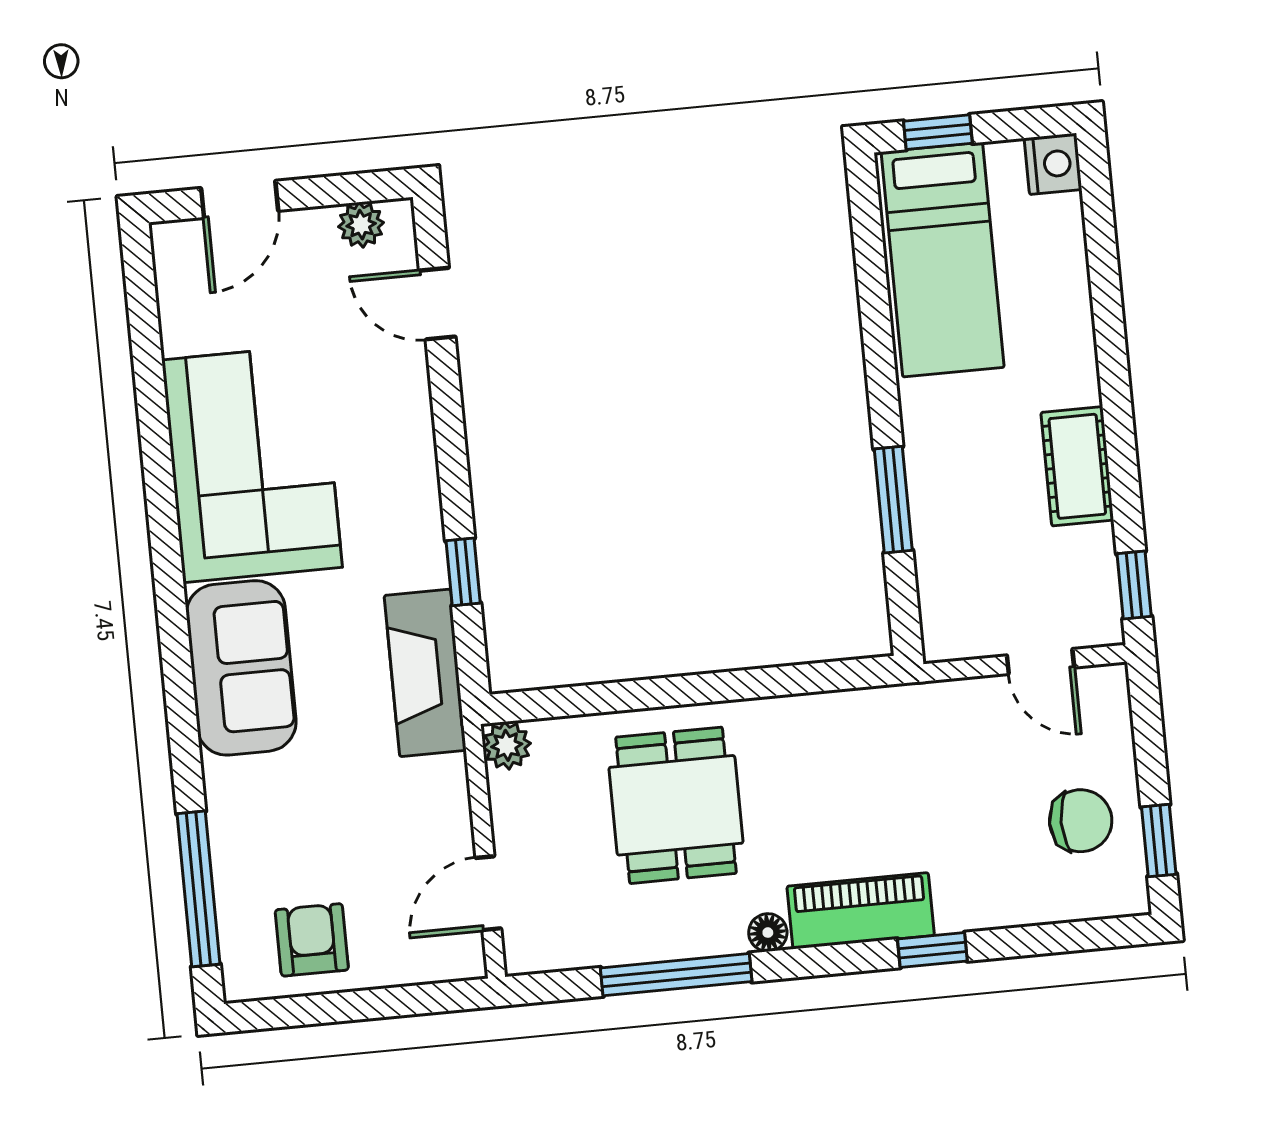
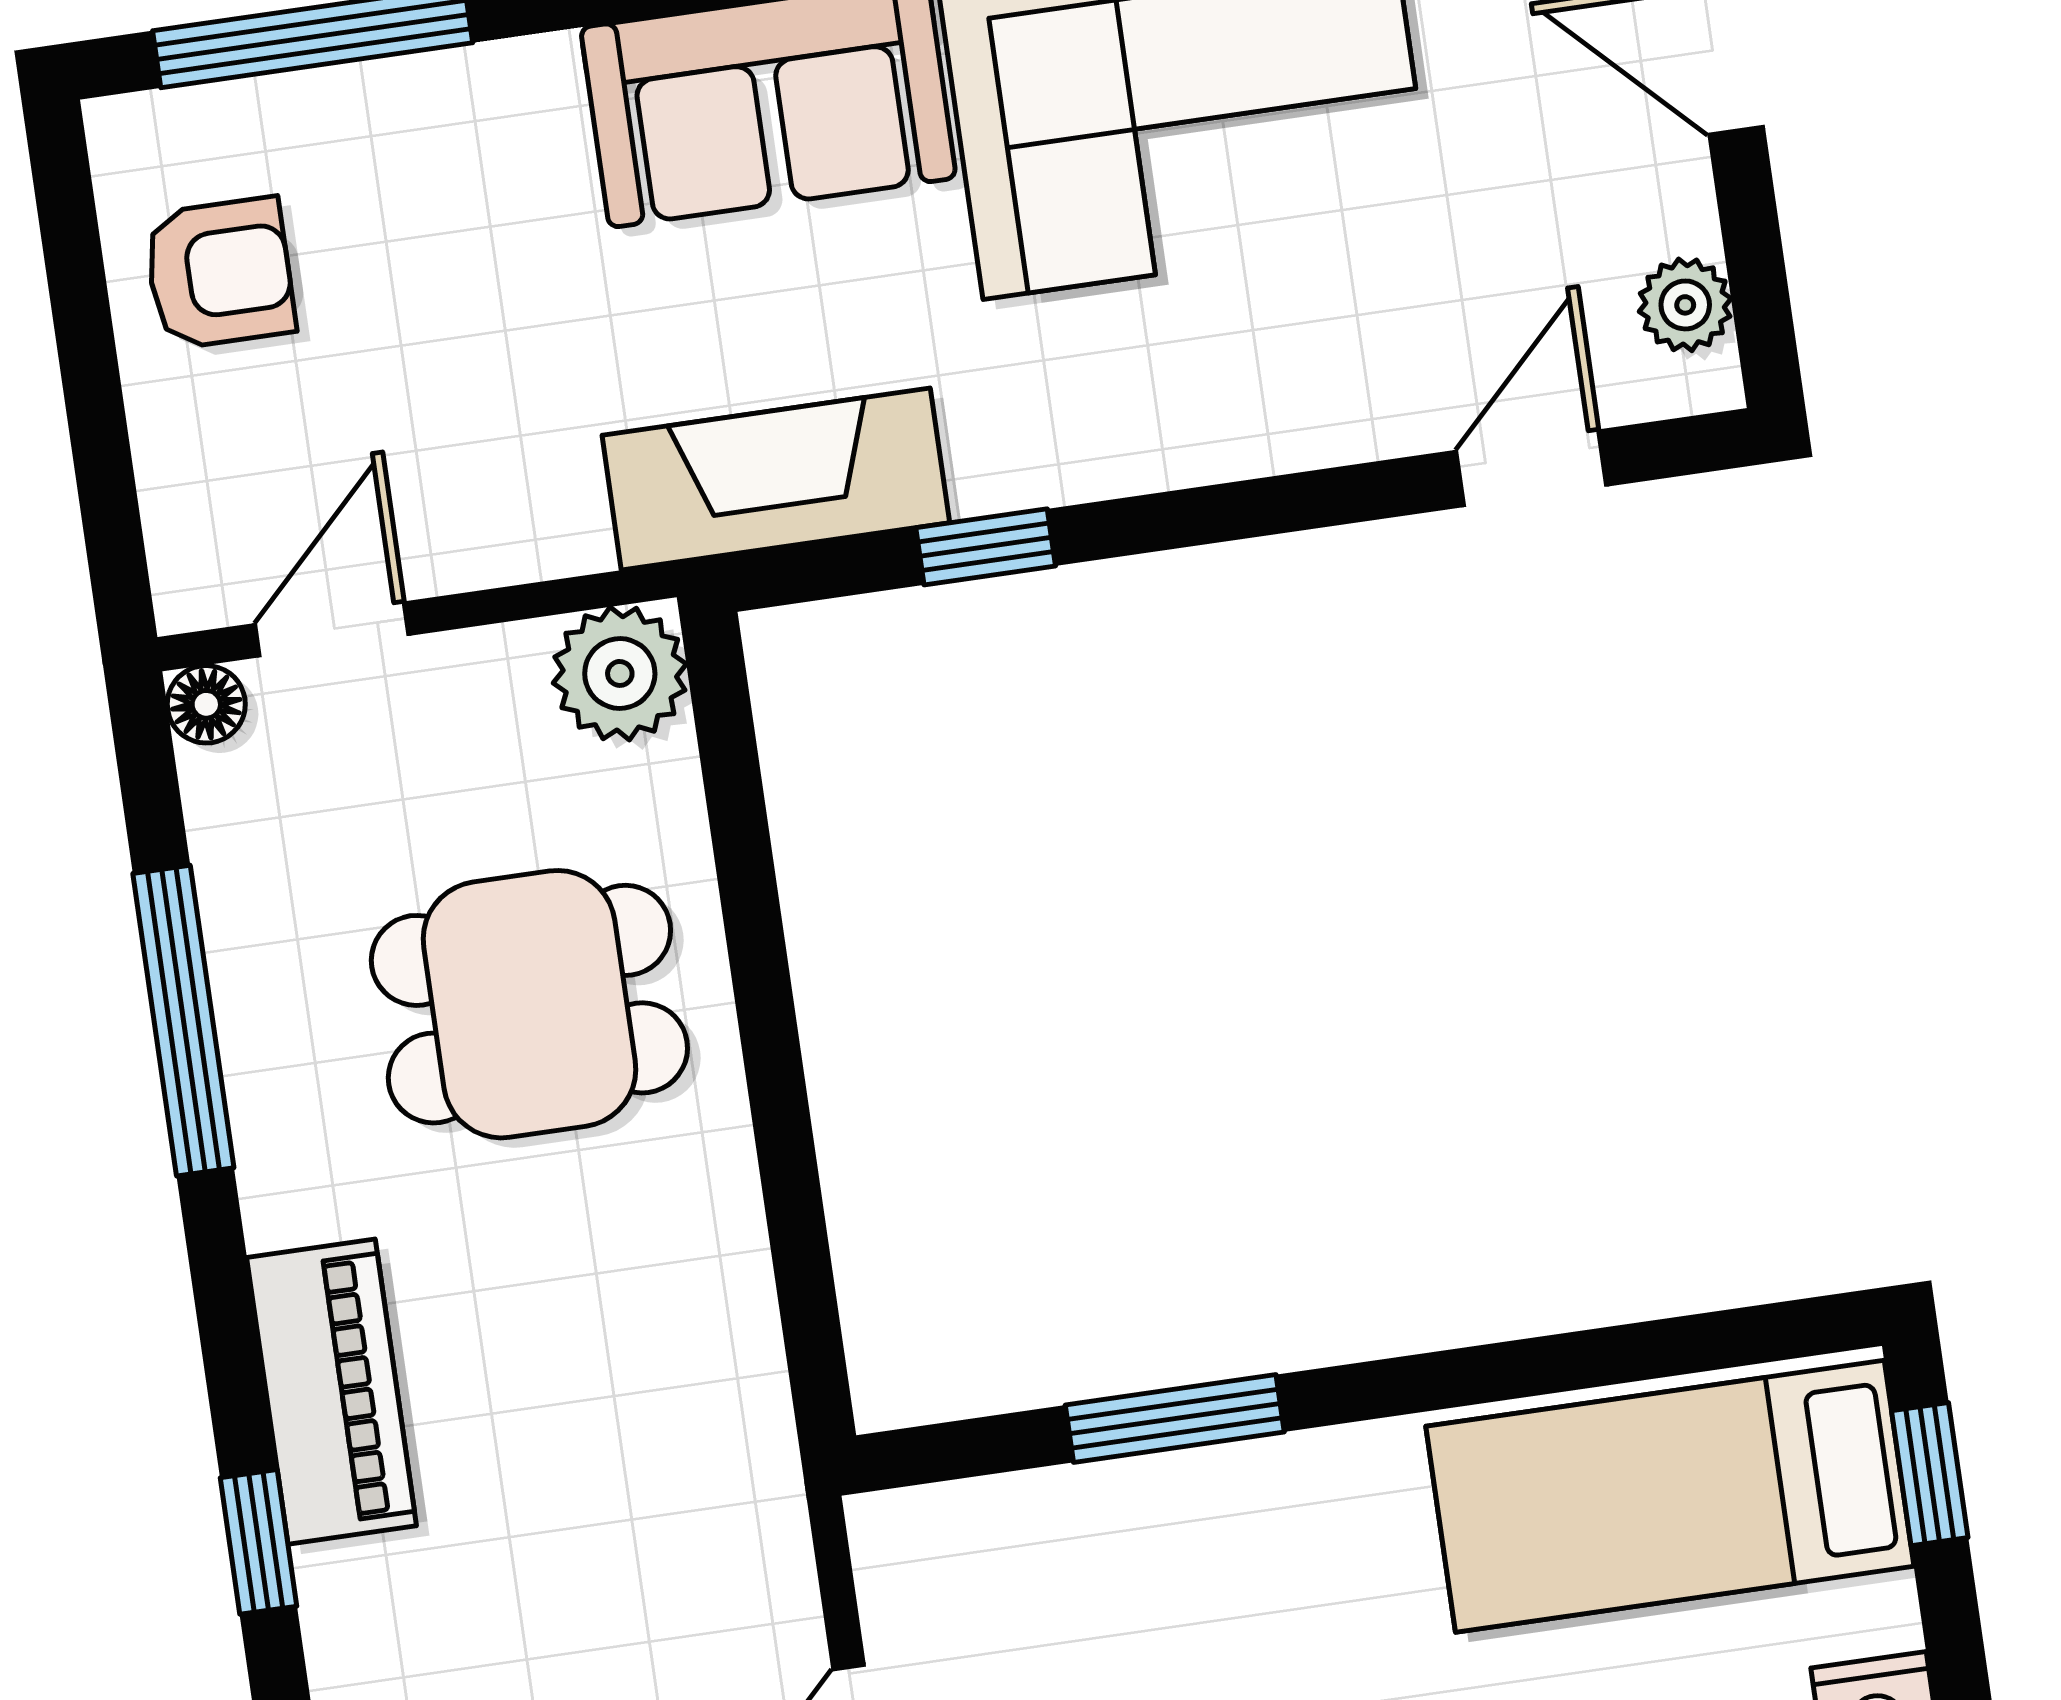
plant: (507, 745) -> (620, 673), width x1.38, depth x1.38
door: (488, 893) -> (332, 629), hinge flipped
floor lamp: (768, 933) -> (206, 704), moved

